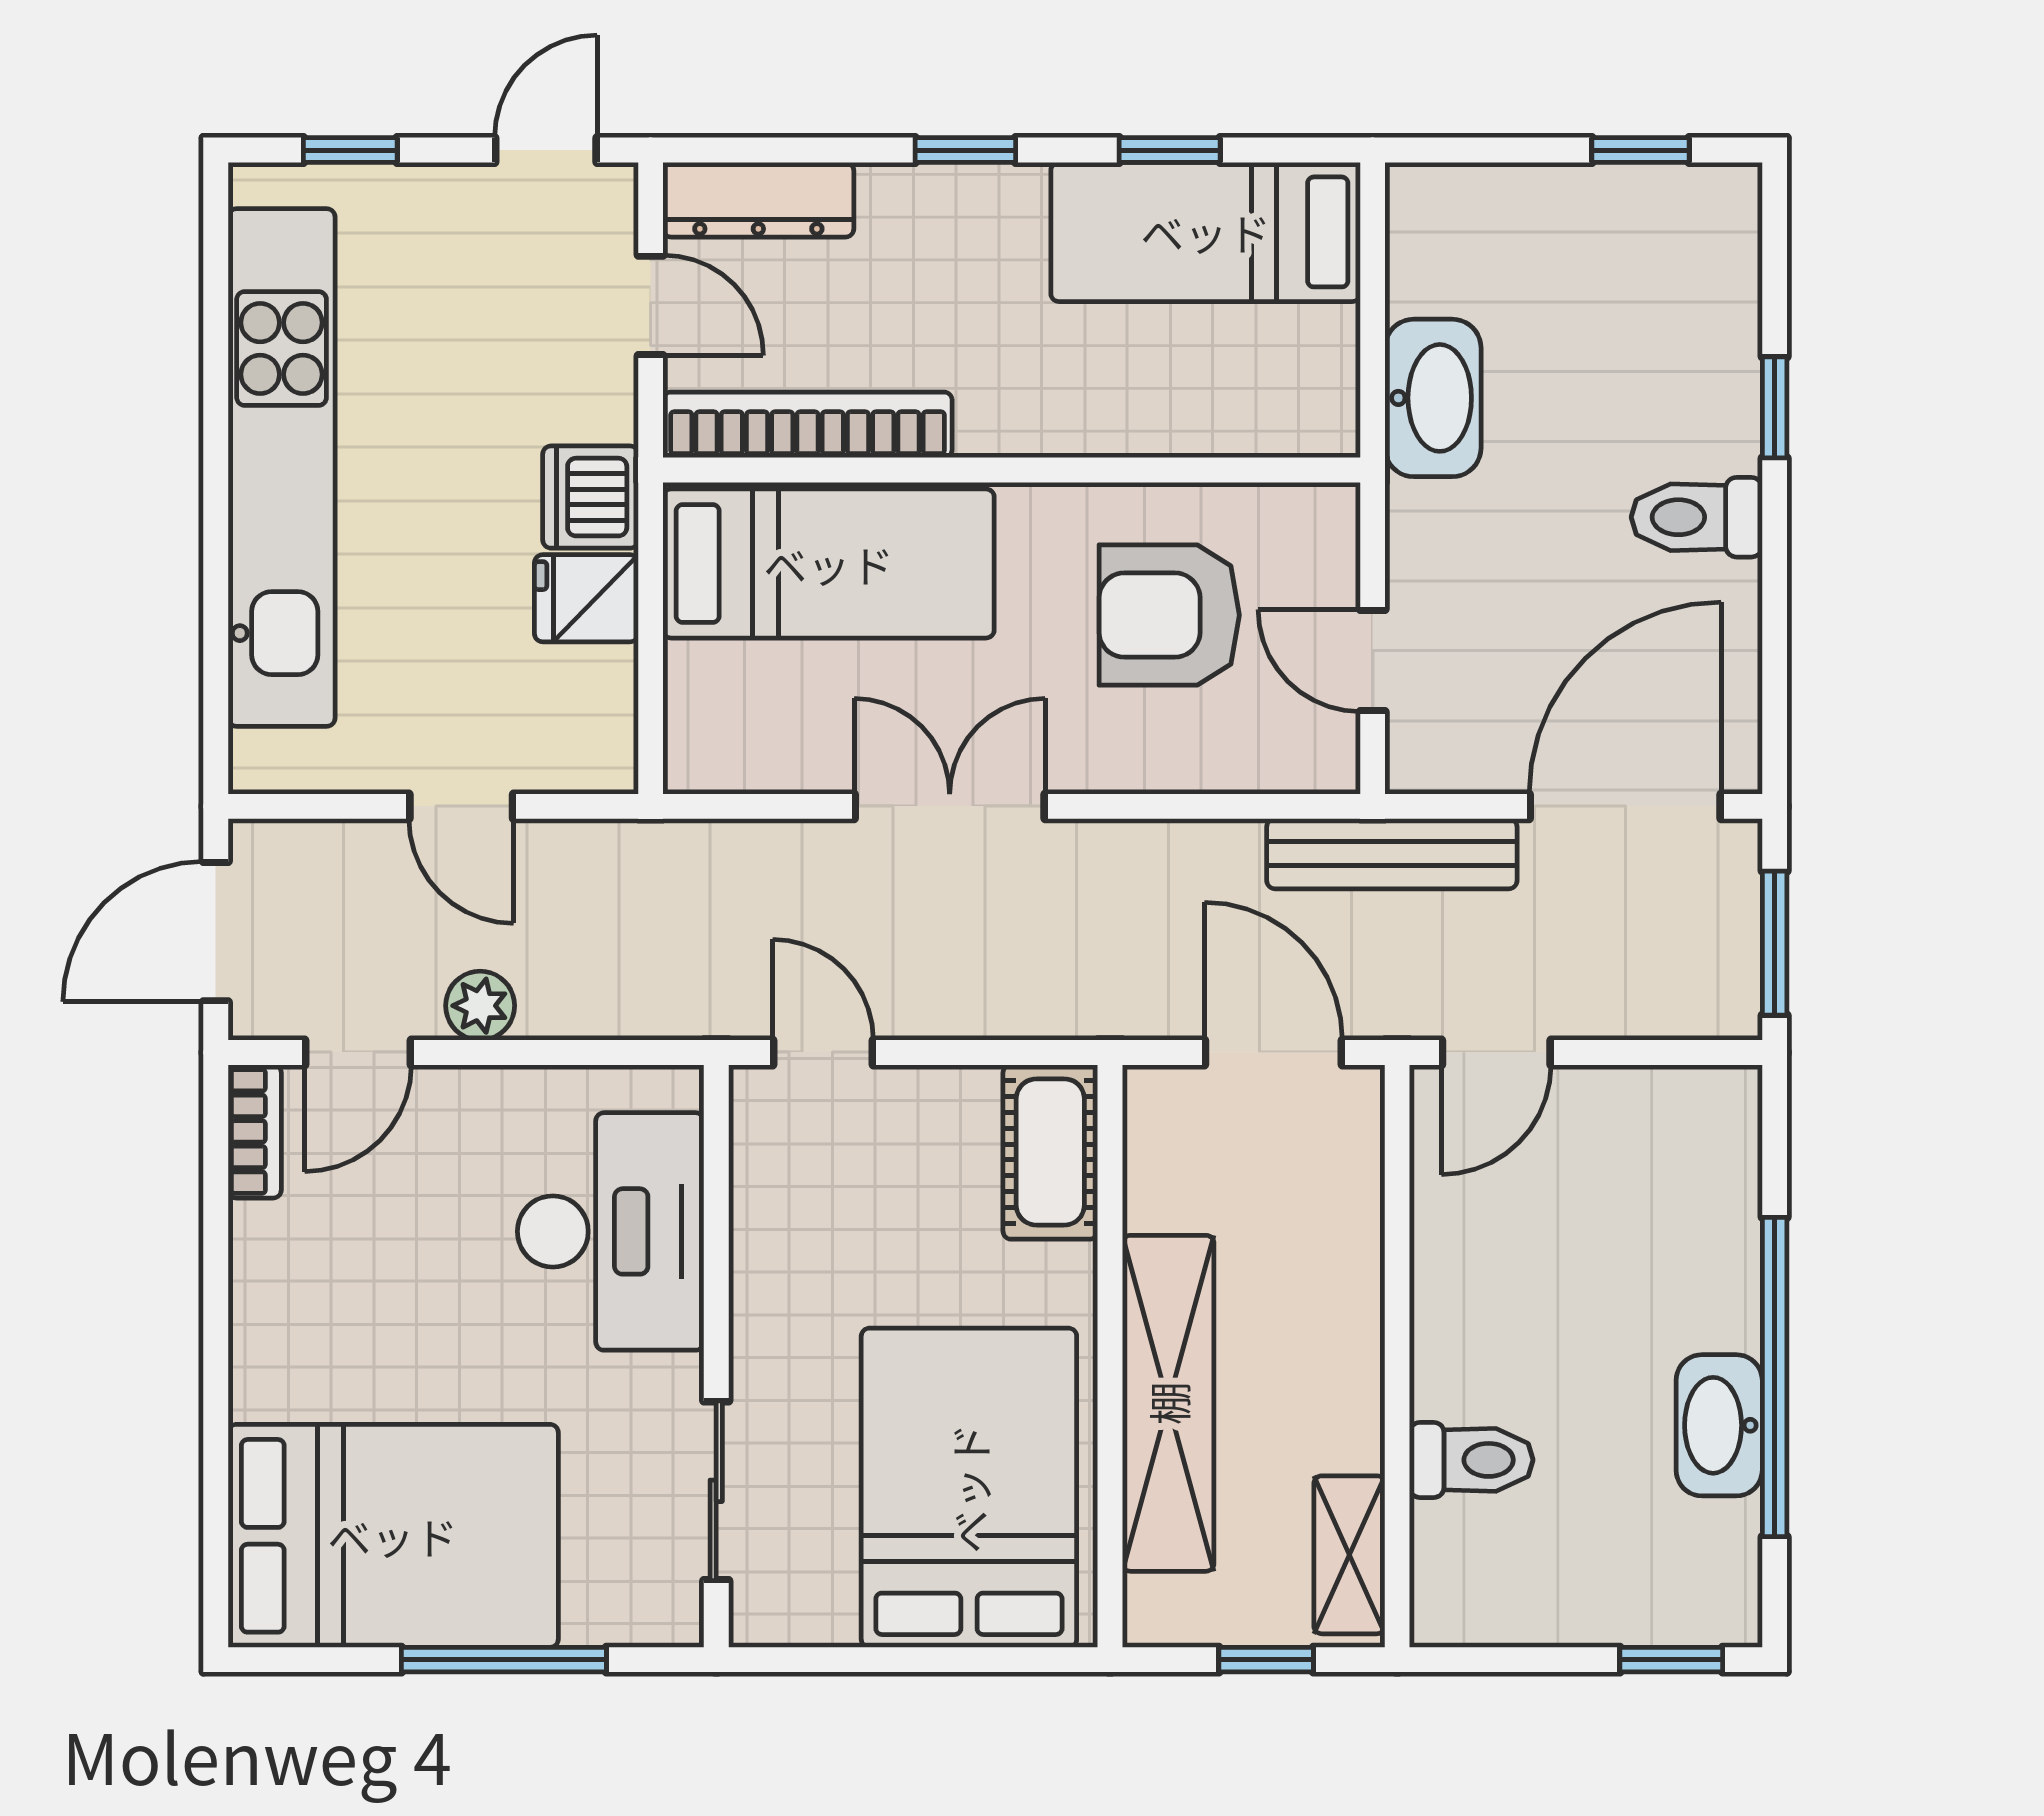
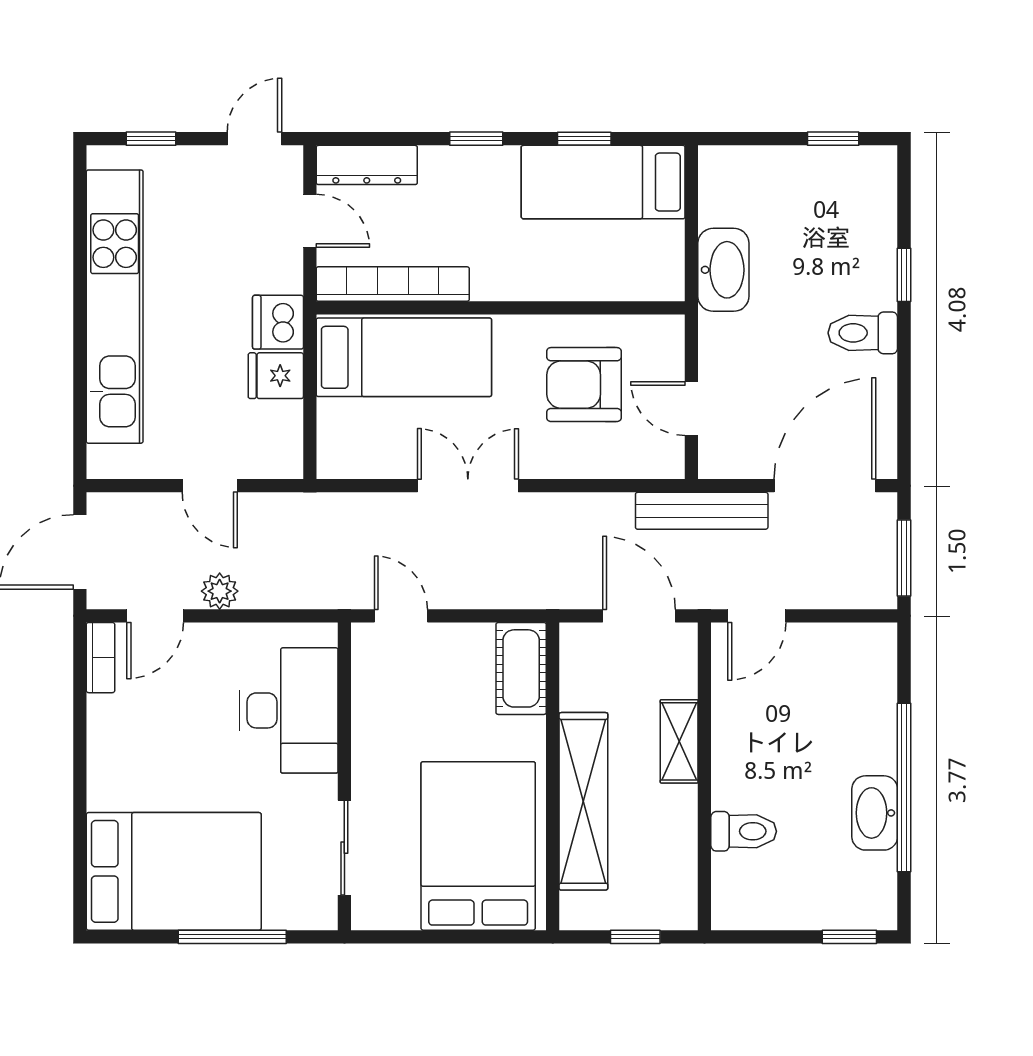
shelving: (1349, 1555) -> (679, 741), moved

